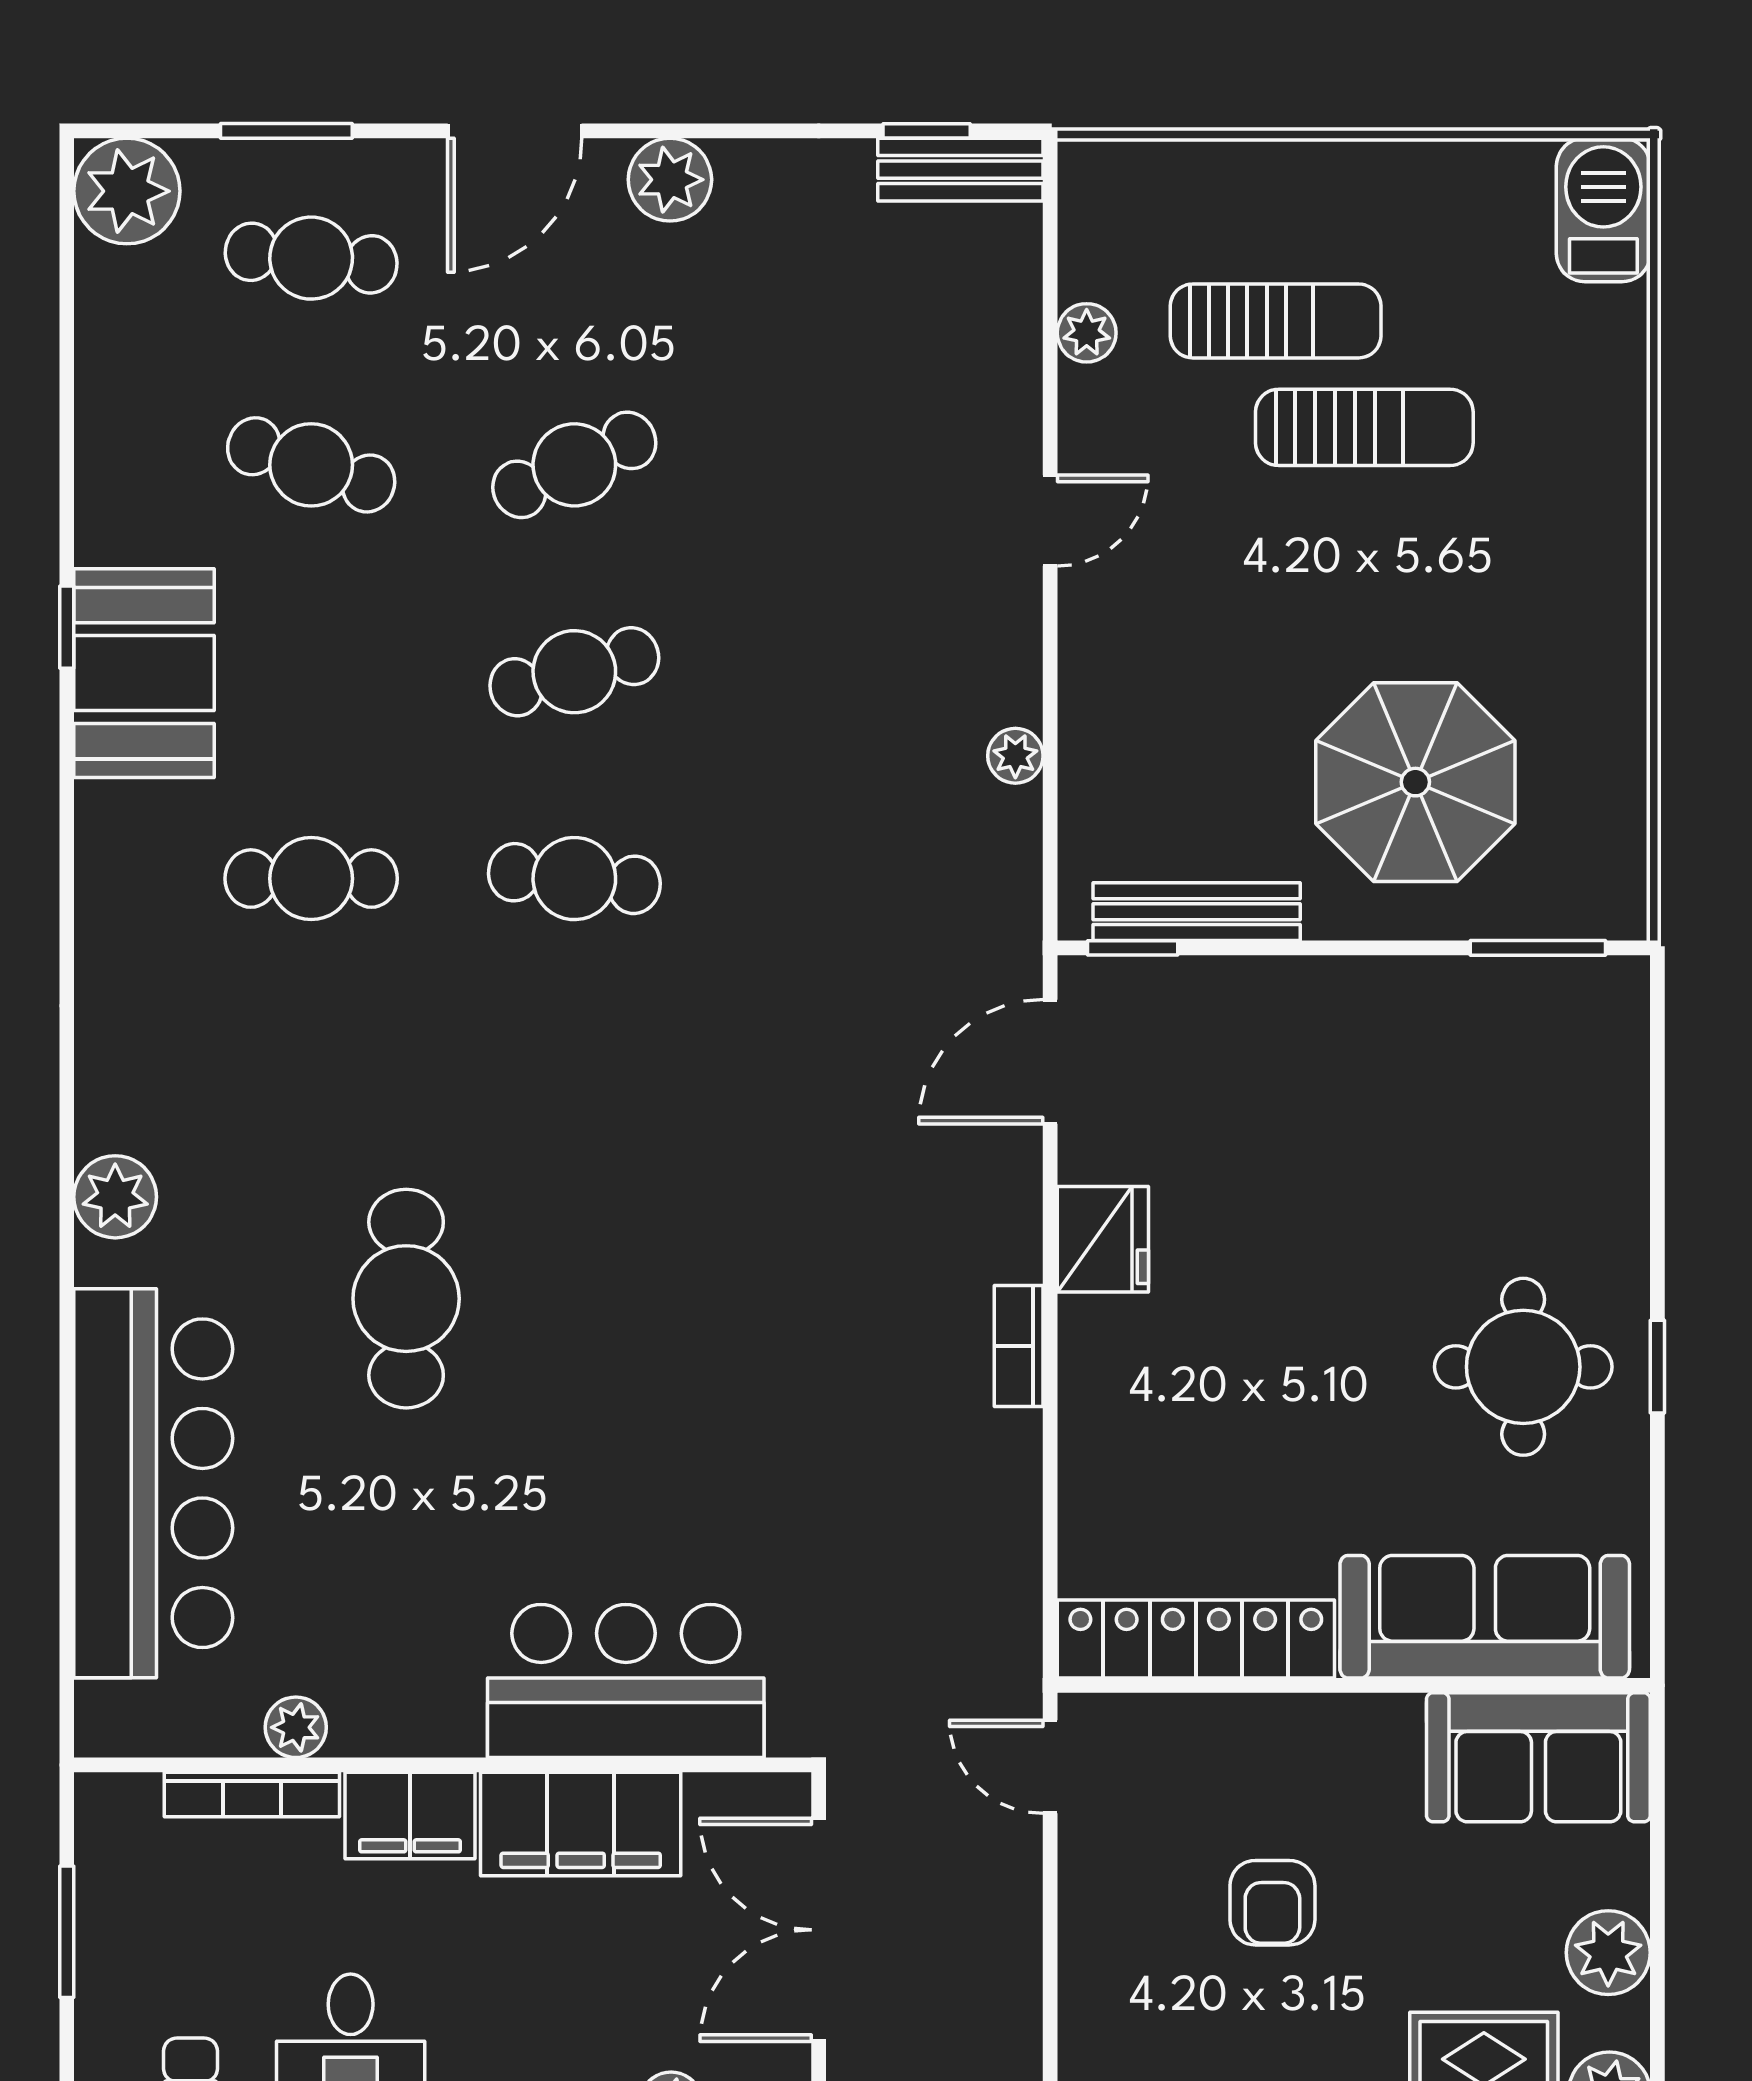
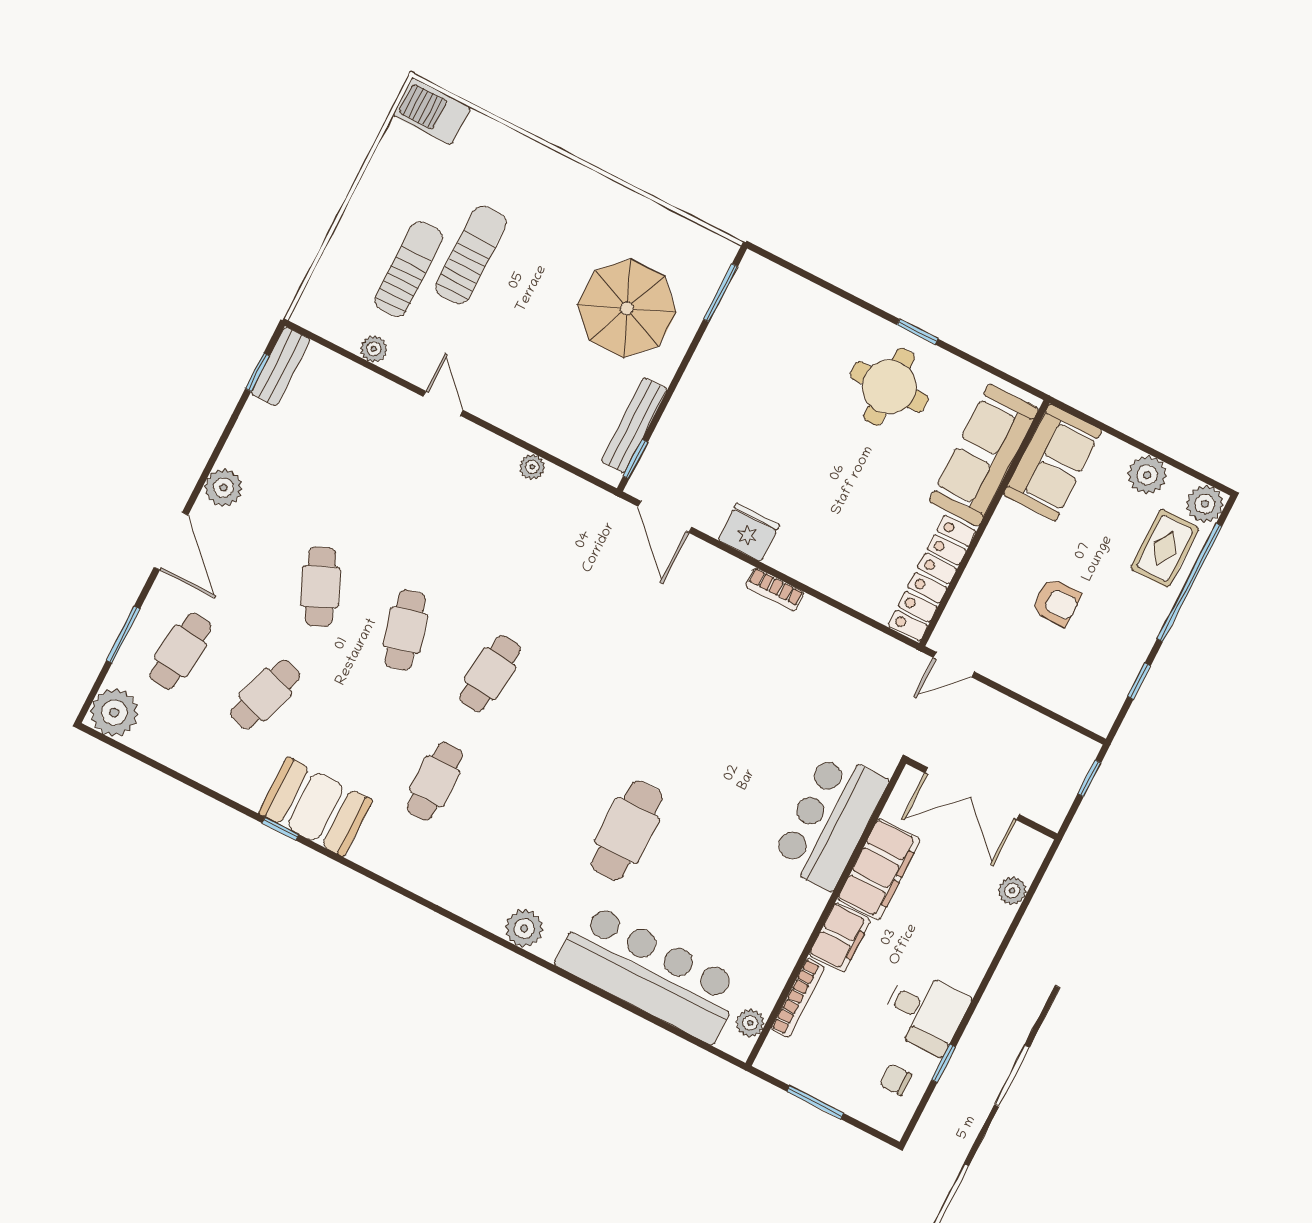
cafe table: (406, 1299) -> (627, 830), turned 90
plant: (296, 1727) -> (750, 1023), moved

